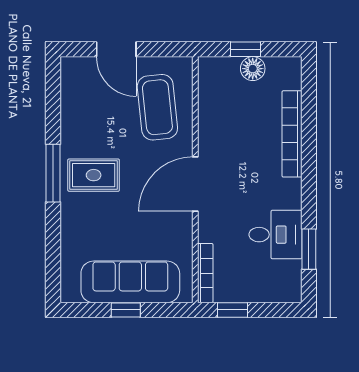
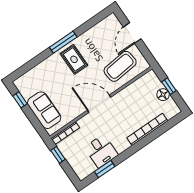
sofa: (130, 282) -> (44, 110), width x0.73
window: (126, 310) -> (20, 100), moved

